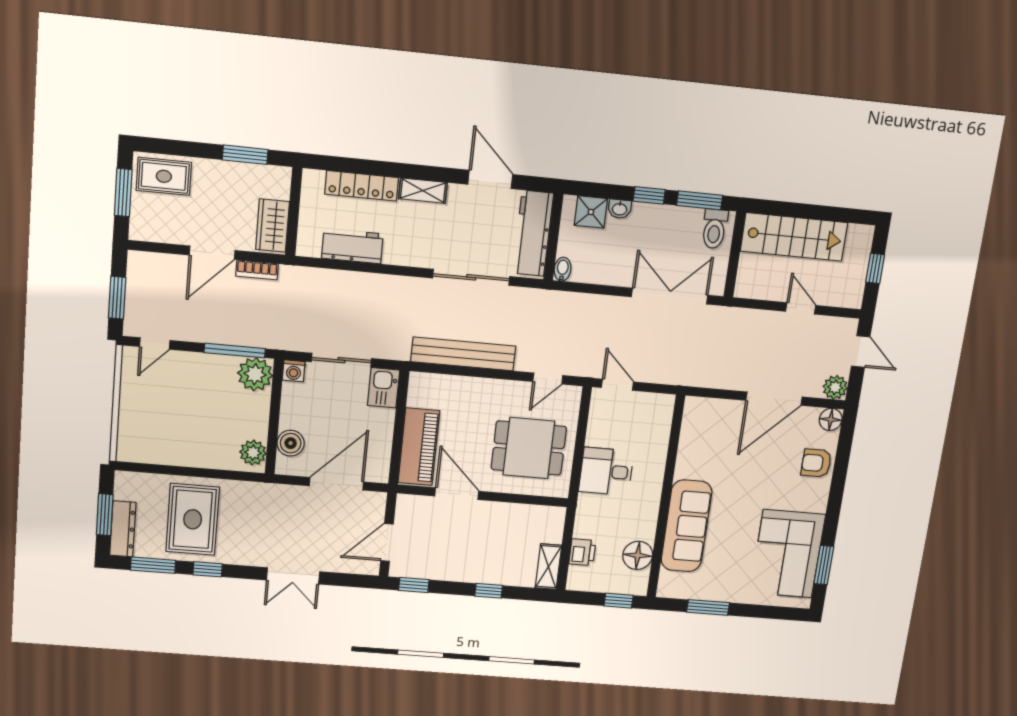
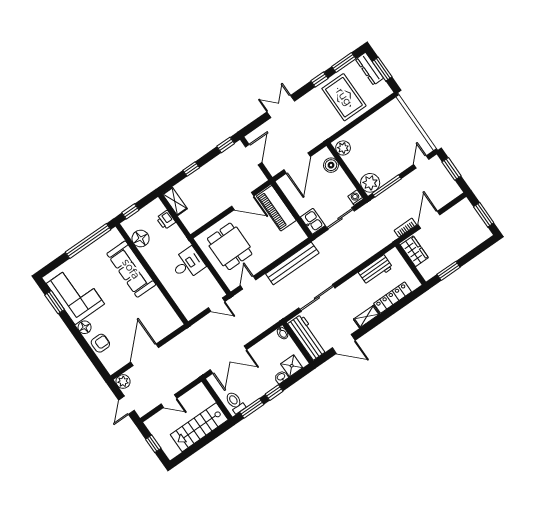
rug: (164, 176) -> (473, 235), removed
door: (861, 352) -> (126, 405), hinge flipped
floor lamp: (831, 419) -> (85, 327), moved
dining table: (529, 448) -> (230, 246), turned 90
window: (708, 607) -> (88, 241), width x2.11

